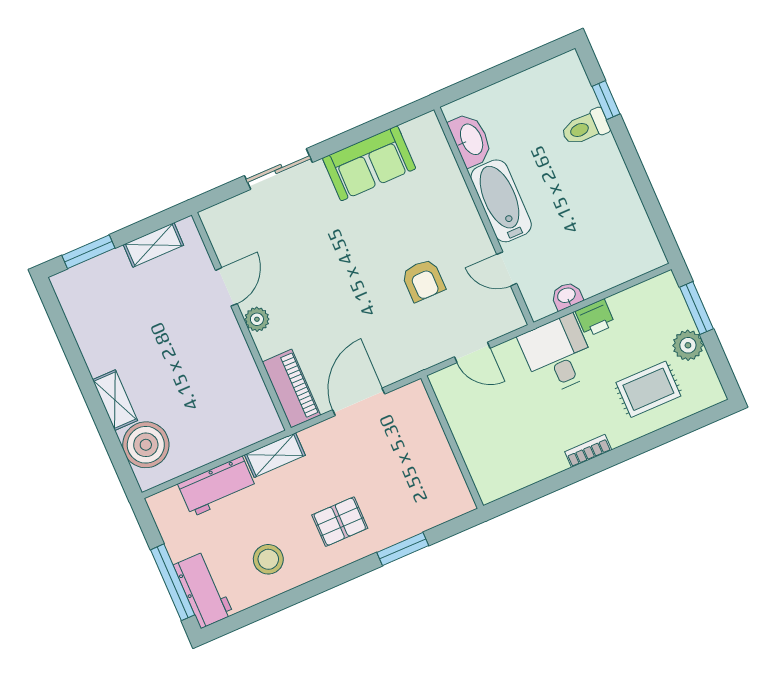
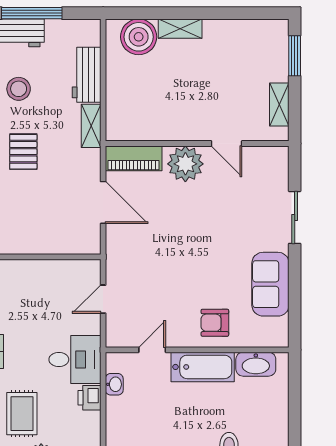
armchair: (423, 280) -> (215, 323), moved
plant: (257, 319) -> (185, 164), width x1.88, depth x1.88

